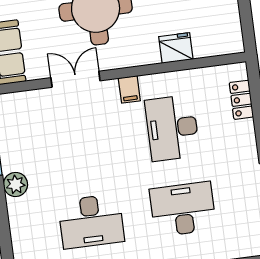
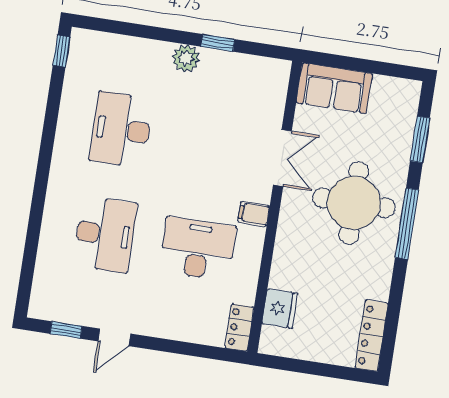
fridge: (176, 48) -> (280, 308), moved
locker: (241, 100) -> (239, 328), moved, turned -90

